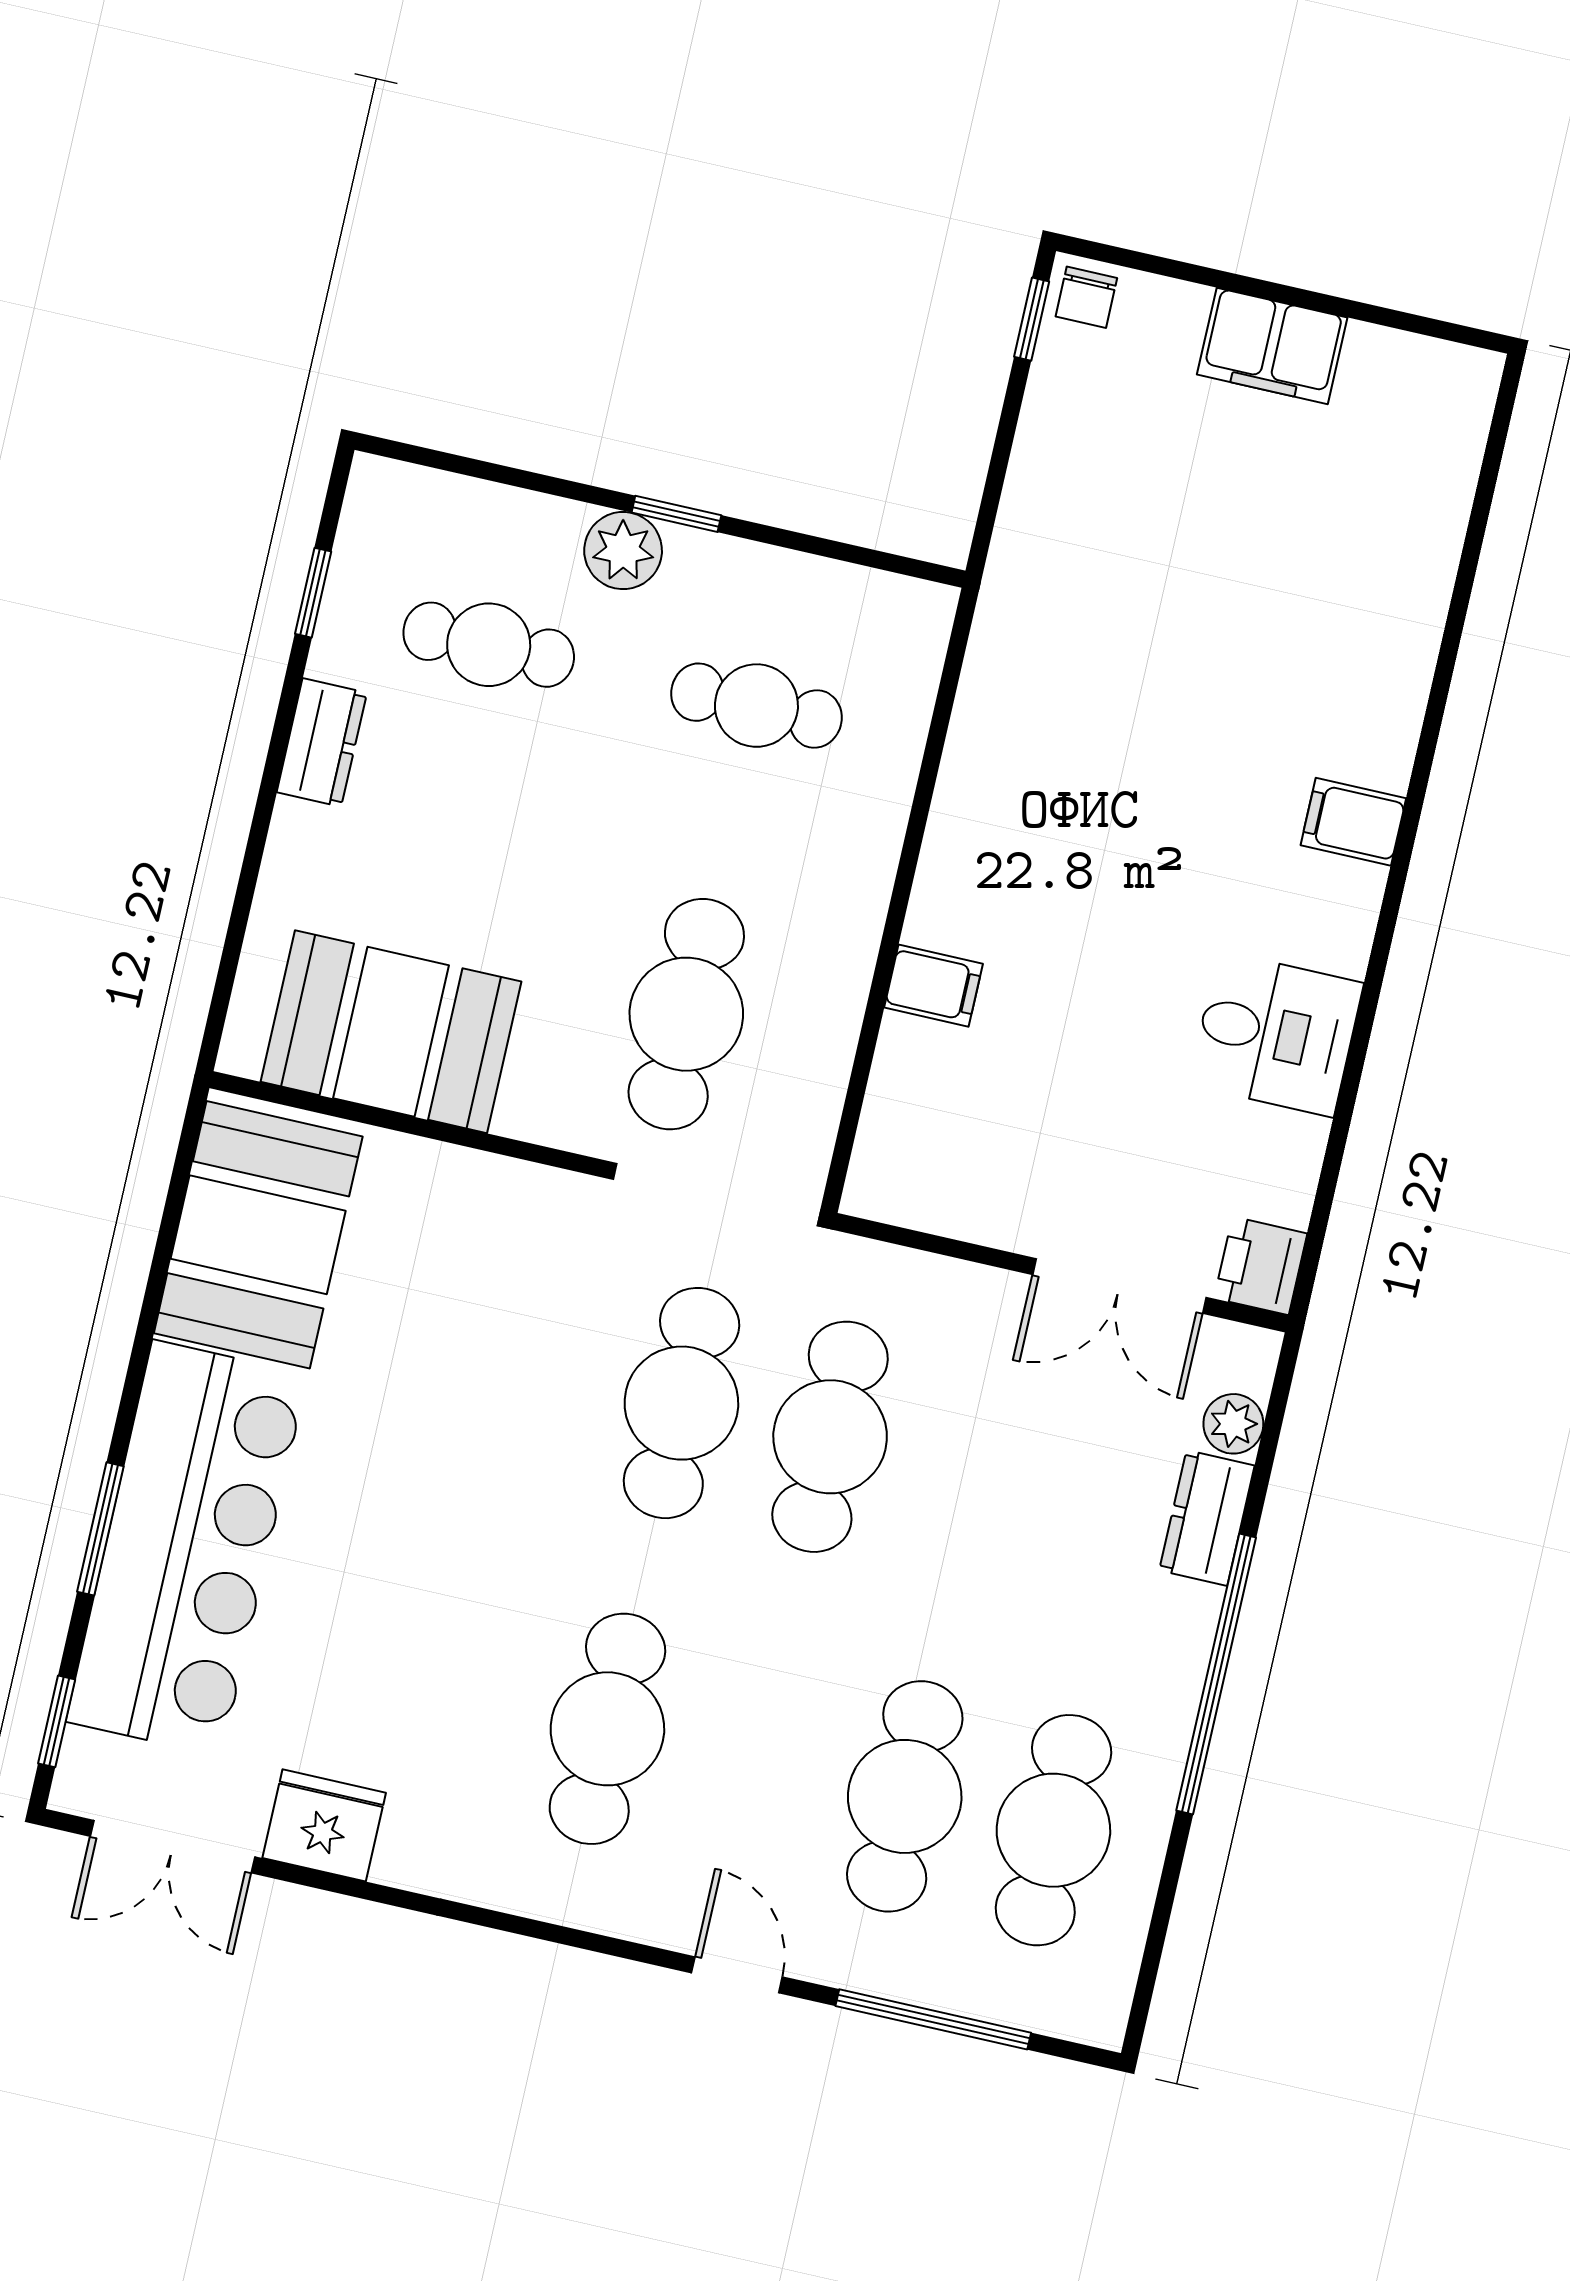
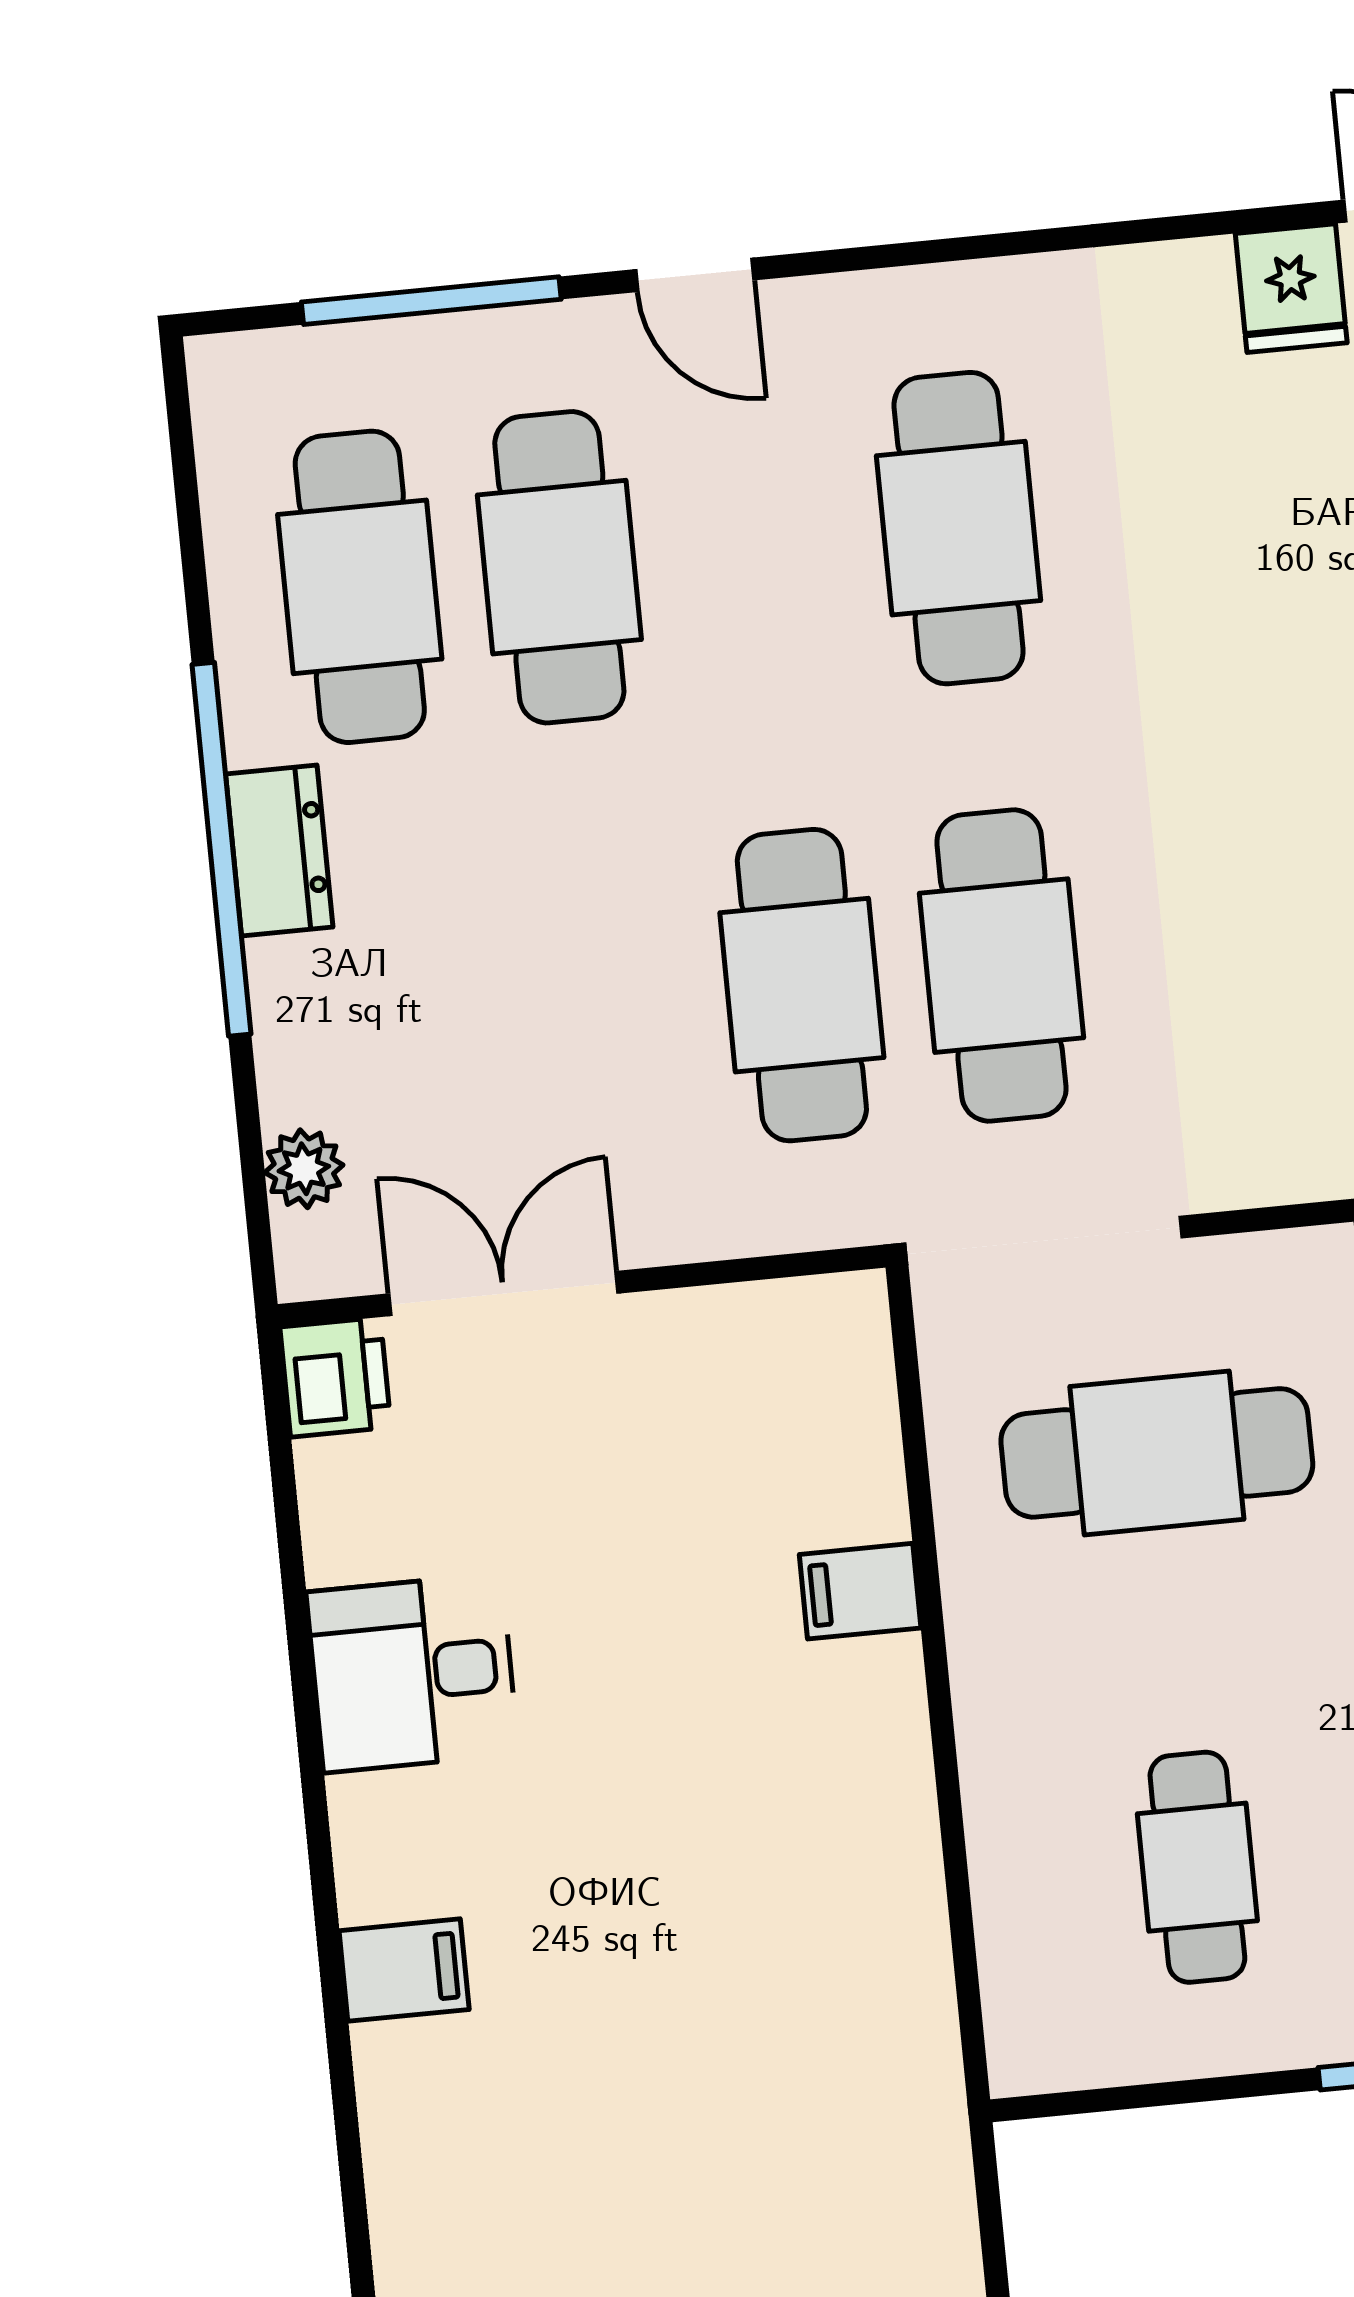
cafe table: (756, 706) -> (1197, 1867), turned 90
cafe table: (686, 1014) -> (1157, 1453), turned 90
dresser: (1207, 1518) -> (279, 851), moved
fridge: (324, 1825) -> (1291, 288), width x0.72

